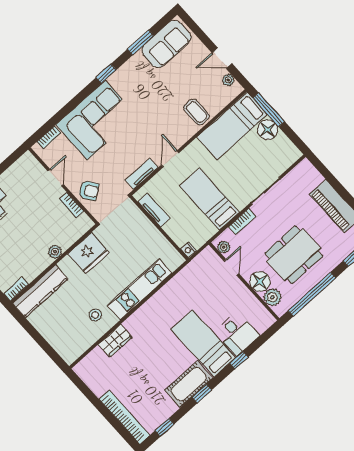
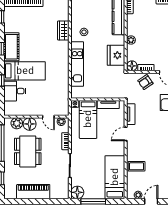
window: (269, 110) -> (93, 201), moved
floor lamp: (268, 130) -> (77, 192), moved
door: (170, 159) -> (126, 134), swing flipped
bed: (209, 199) -> (88, 119), moved, turned 90
floor lamp: (84, 223) -> (132, 66), added

